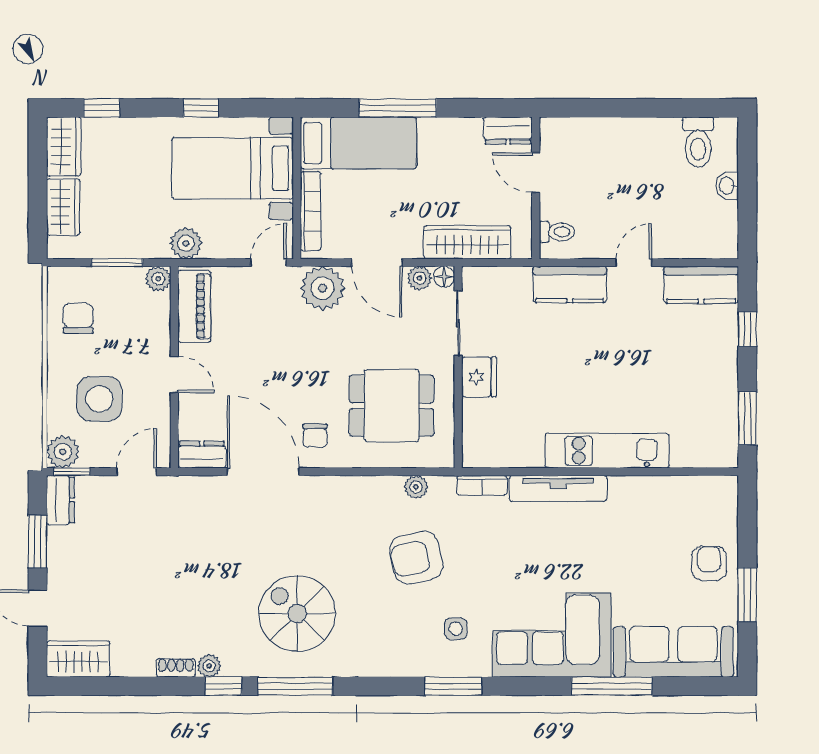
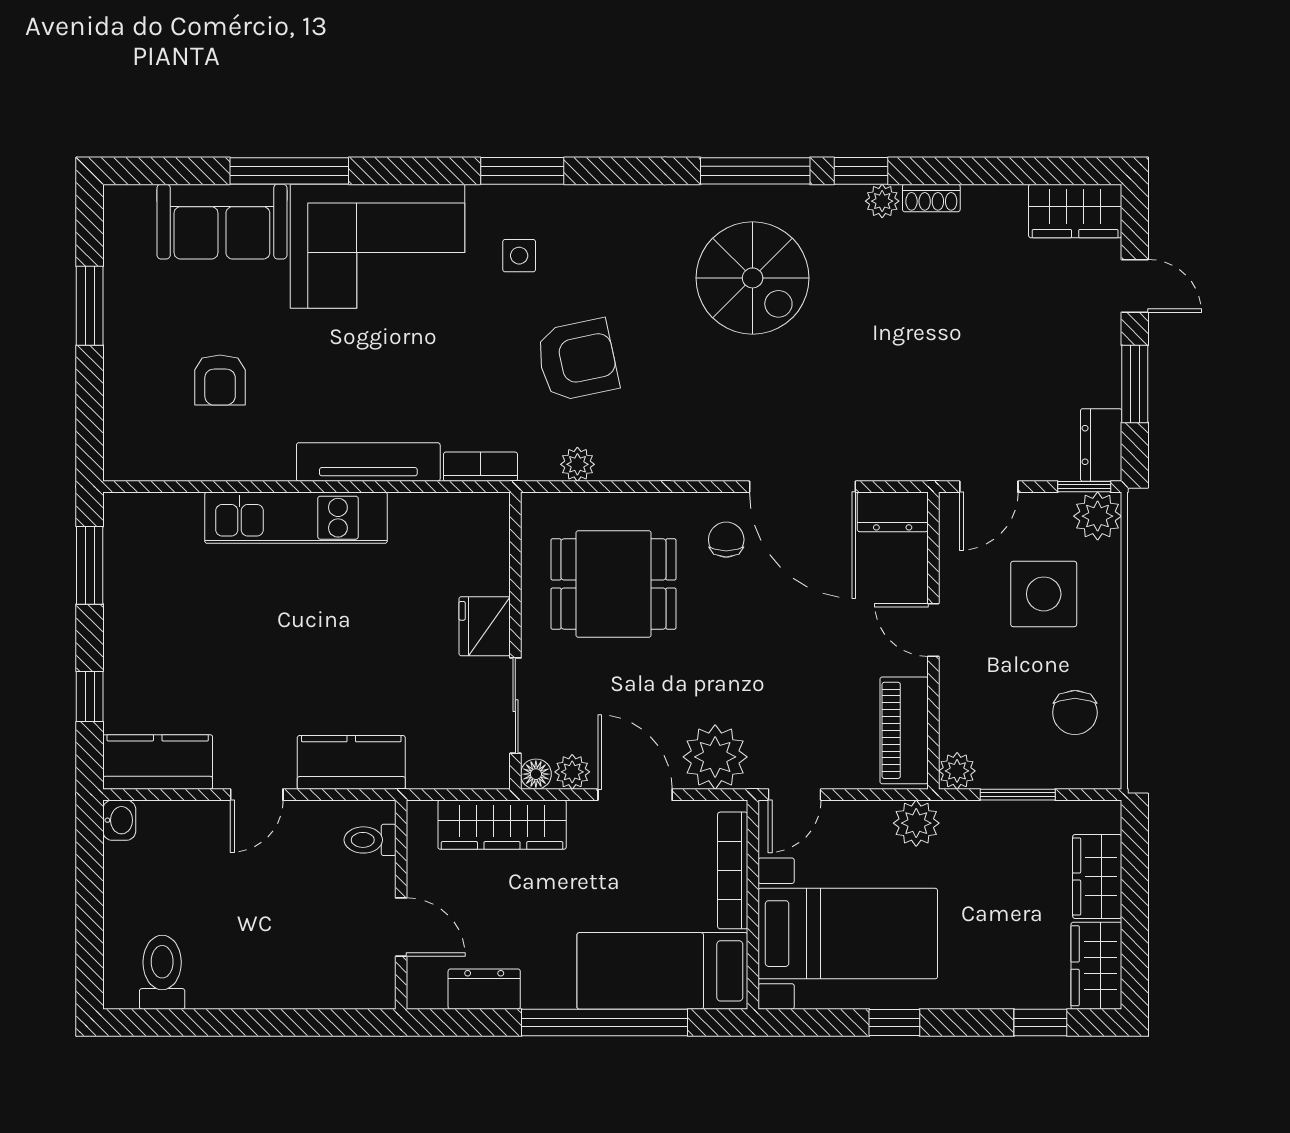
window: (398, 108) -> (605, 1022), width x1.46
dresser: (508, 131) -> (484, 989), moved
washbasin: (727, 186) -> (119, 820), moved
armchair: (709, 563) -> (220, 380), moved
sofa: (673, 652) -> (222, 222), width x0.73

